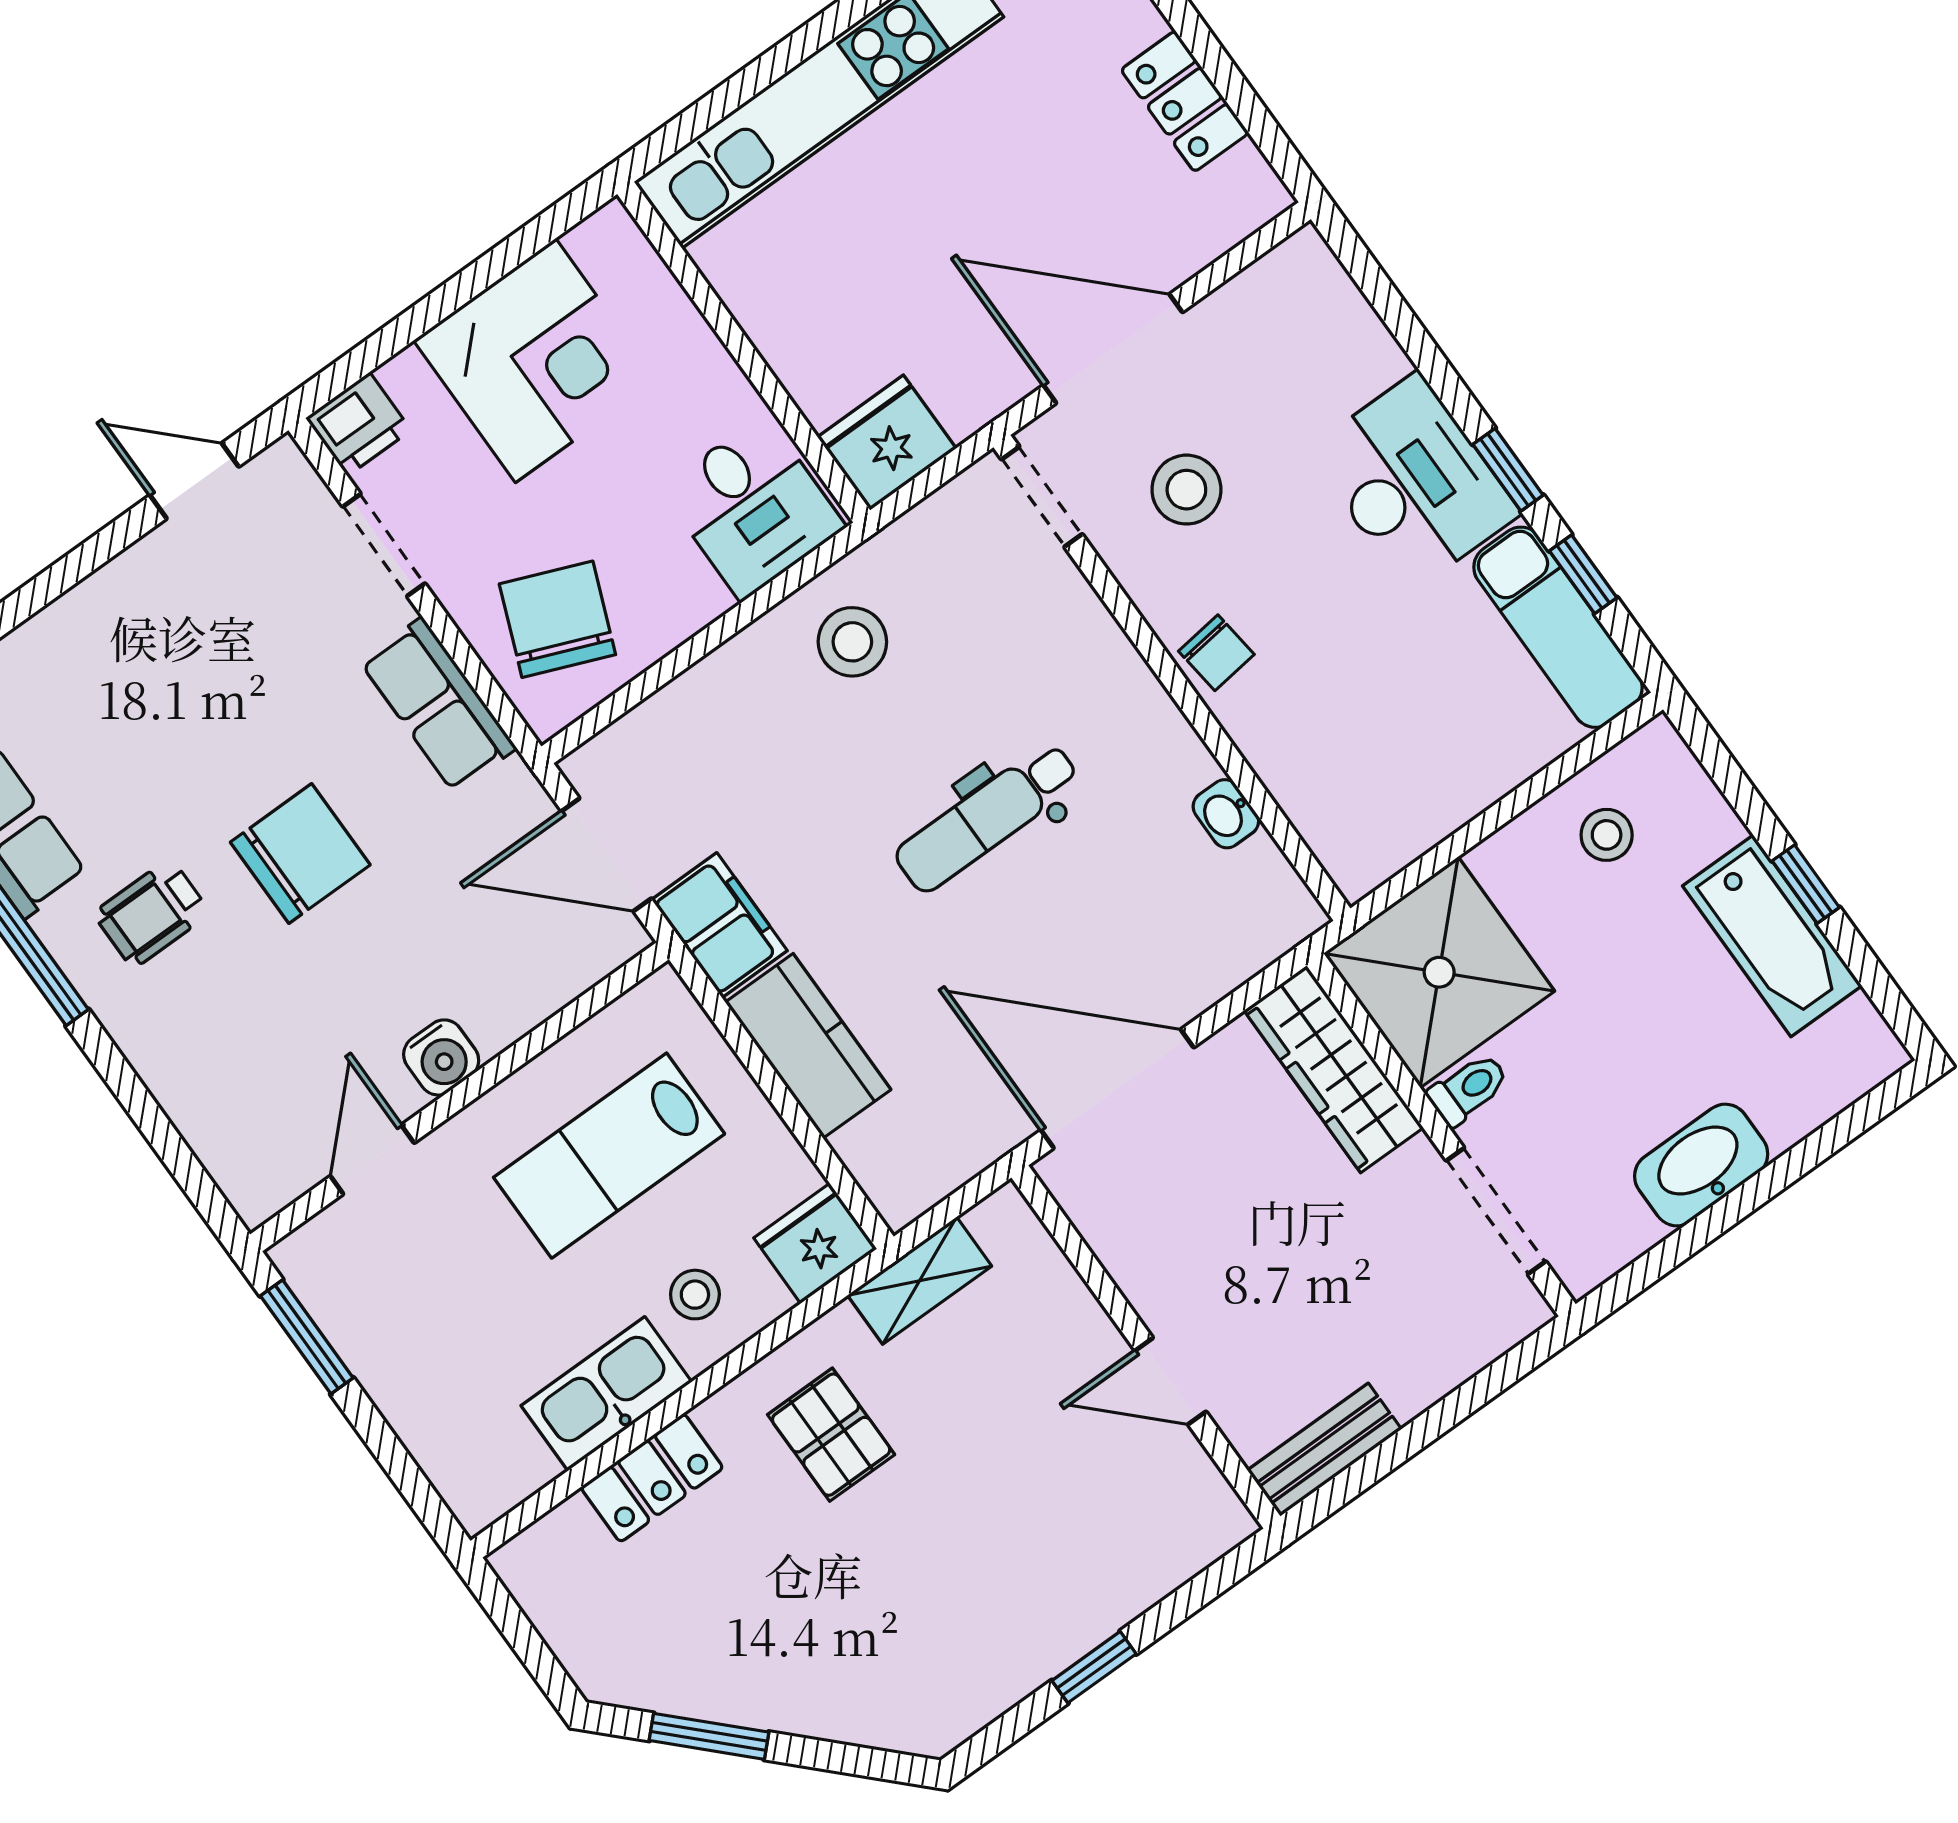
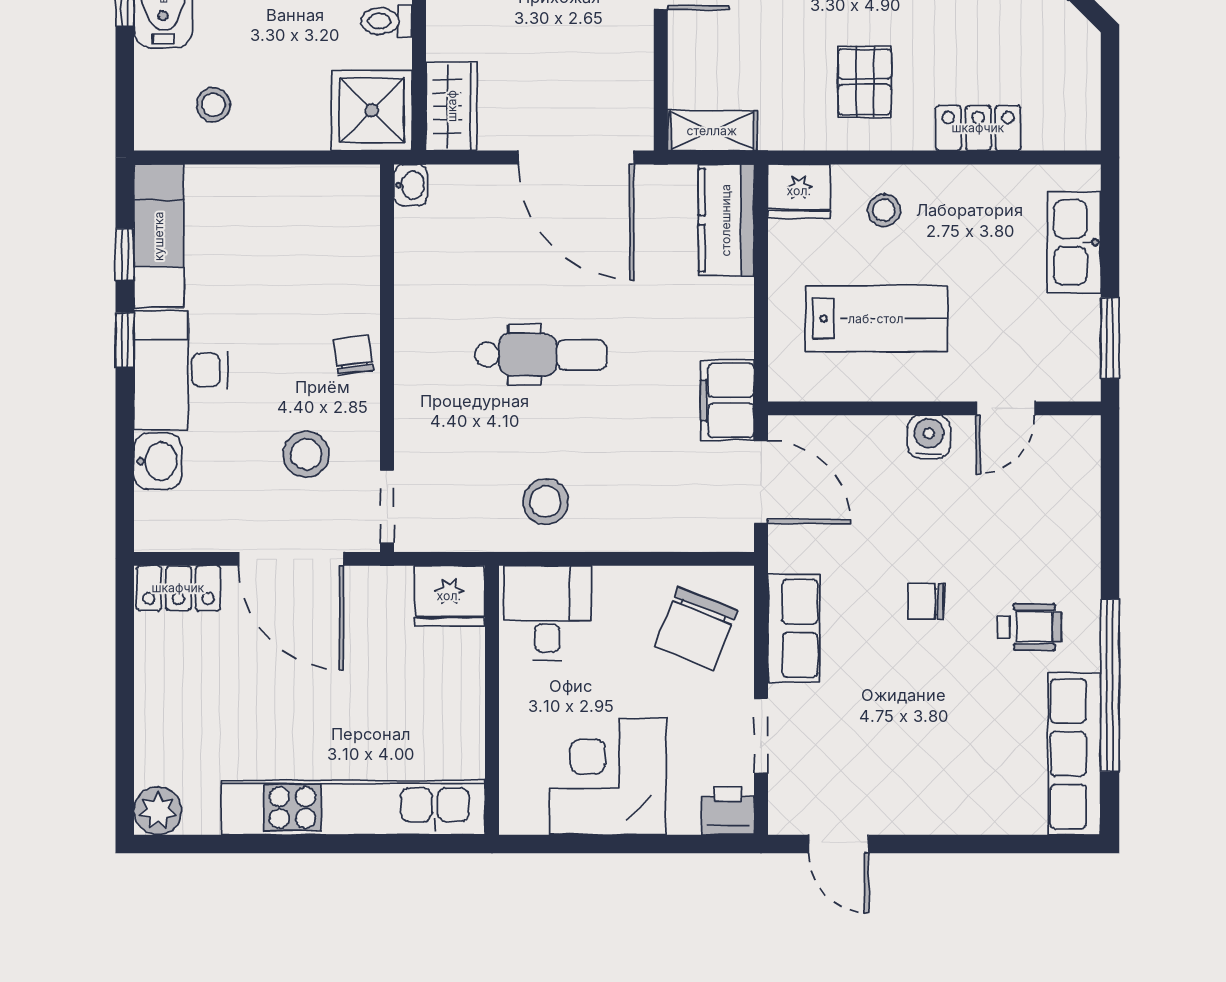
locker: (1185, 101) -> (178, 588), moved, turned 90
washbasin: (1362, 351) -> (158, 461), added
washbasin: (1226, 814) -> (411, 185), moved
chair: (300, 854) -> (926, 602), width x0.54, depth x0.54
shower: (1439, 972) -> (372, 110), width x0.73, depth x0.73
kitchen counter: (808, 1046) -> (726, 220), moved
wardrobe: (1334, 1069) -> (452, 106), width x0.67
shelving: (920, 1281) -> (712, 131), moved
kitchen sink: (606, 1394) -> (1074, 242), moved, turned 90

